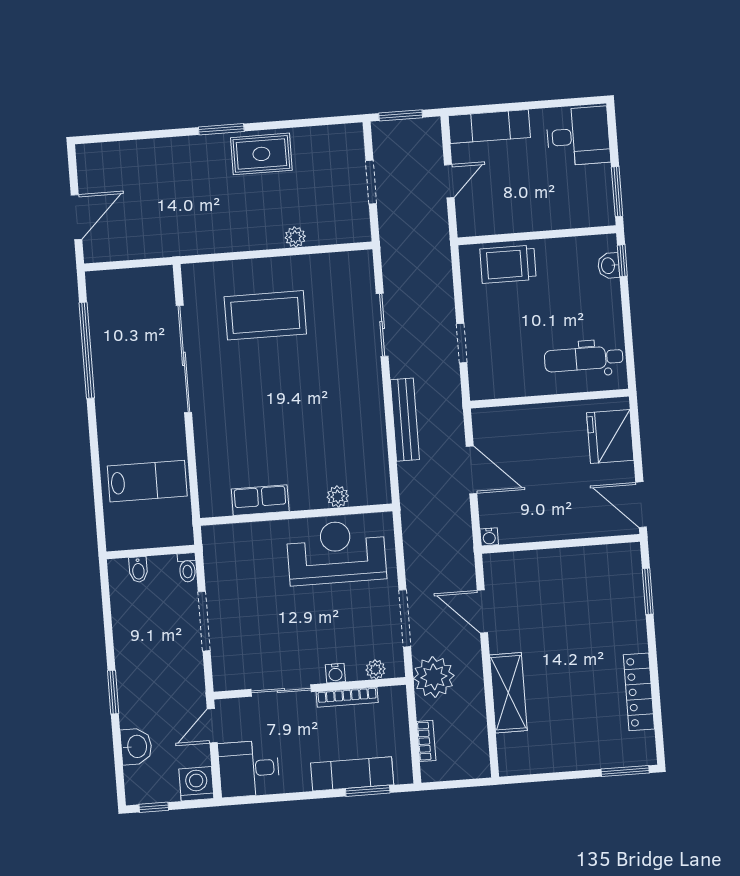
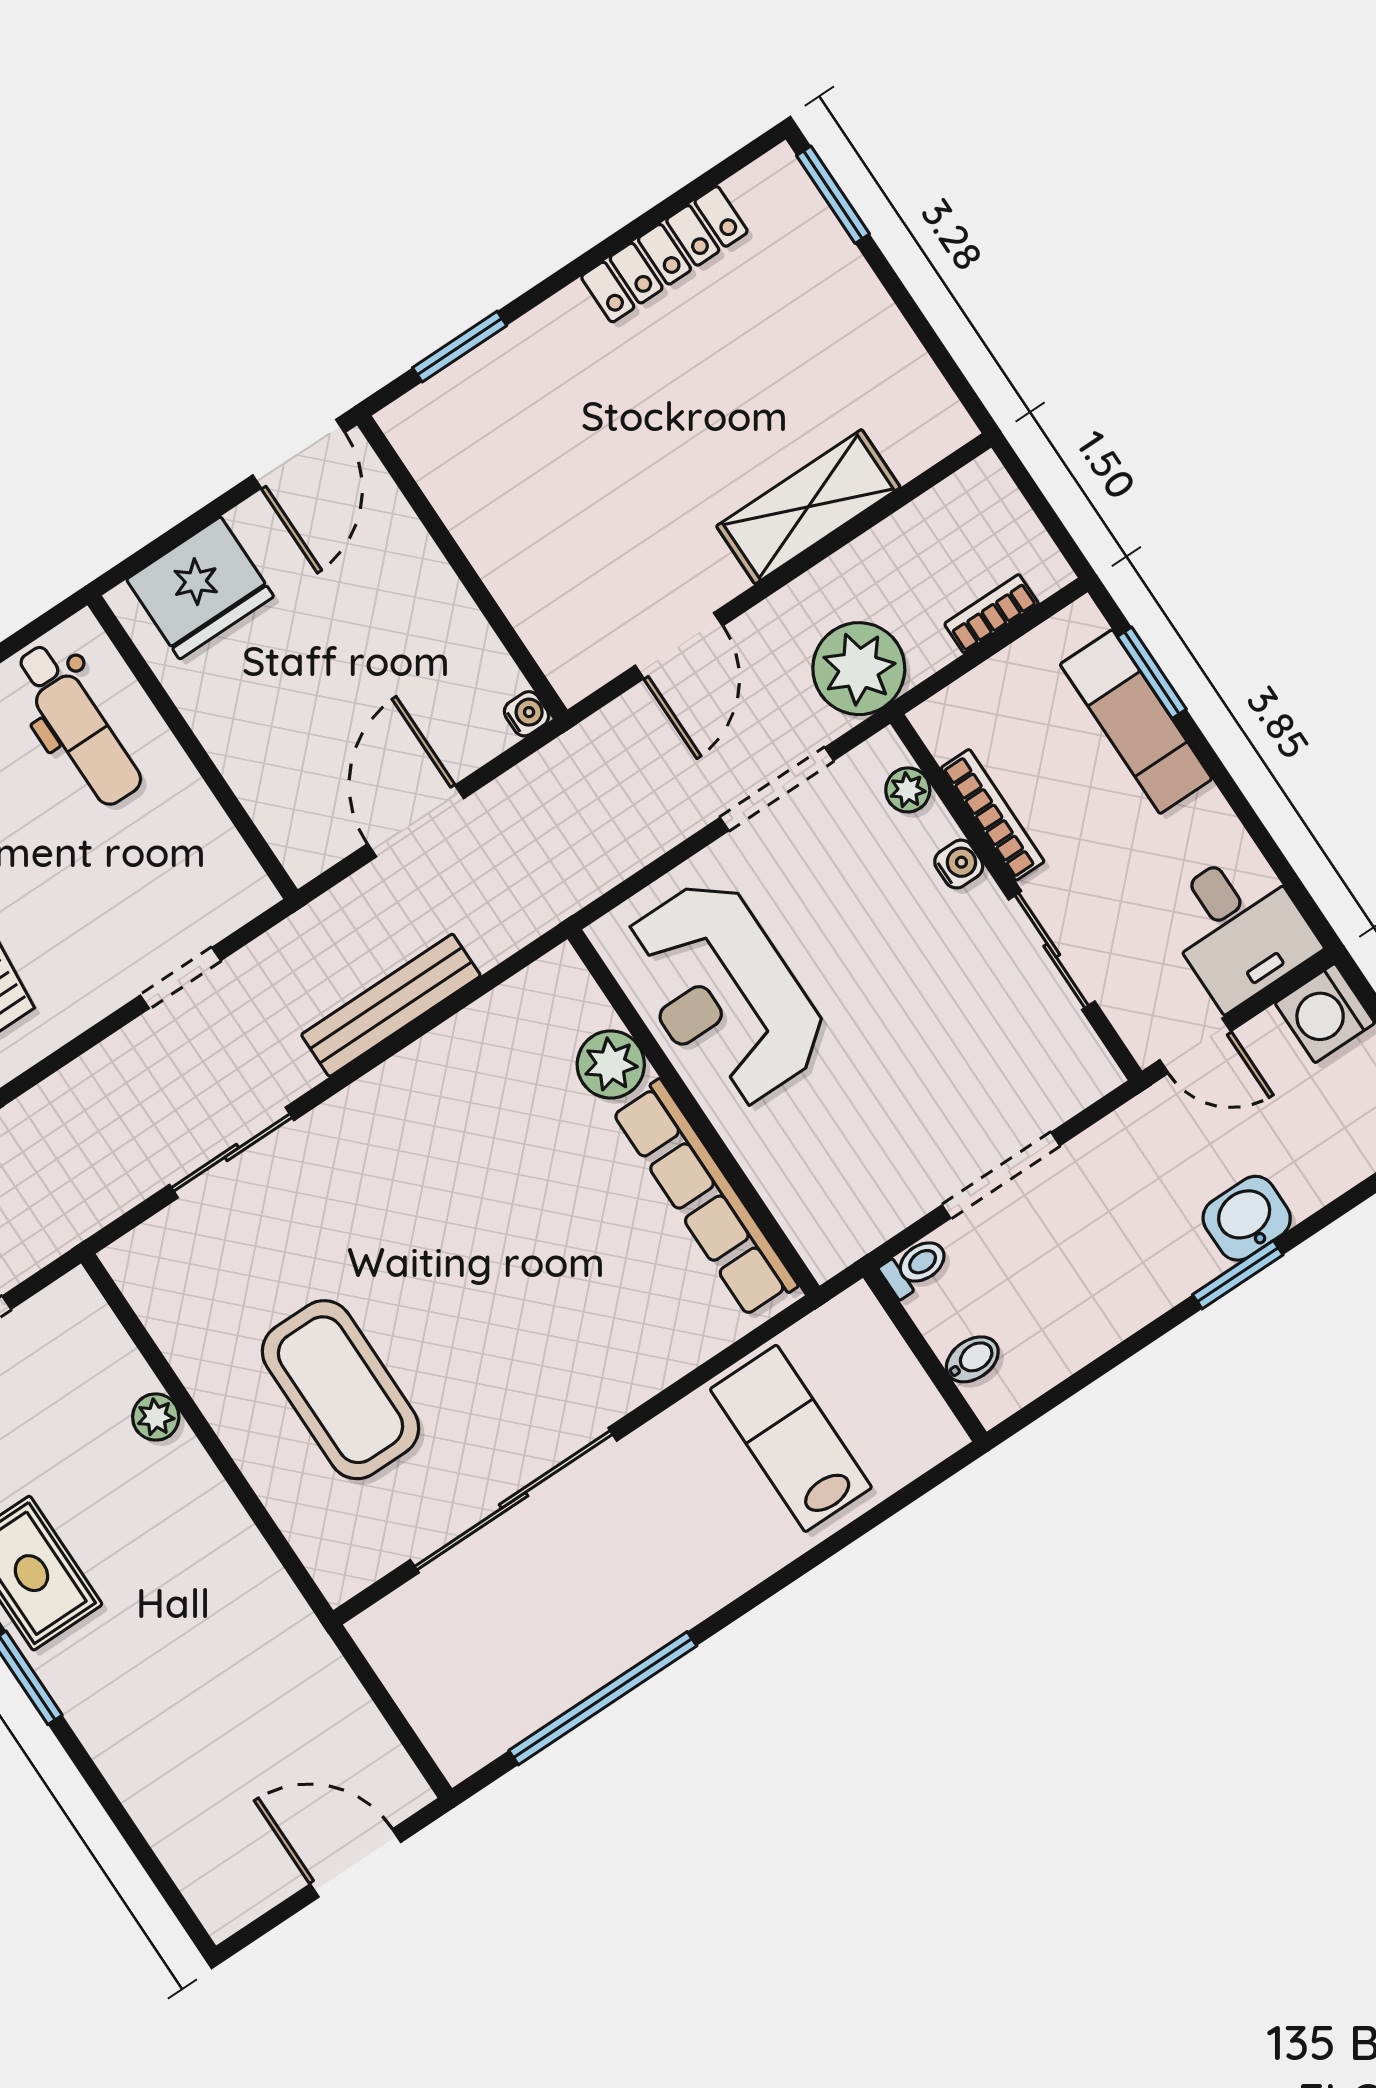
plant: (338, 497) -> (611, 1064), width x1.38, depth x1.38
row of seats: (260, 500) -> (705, 1198), width x2.02
washbasin: (136, 746) -> (1247, 1218), moved

